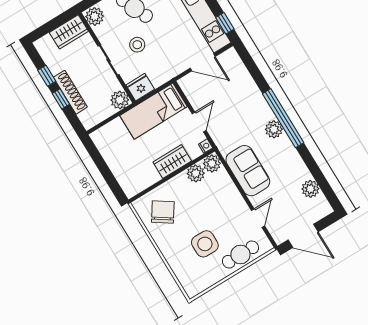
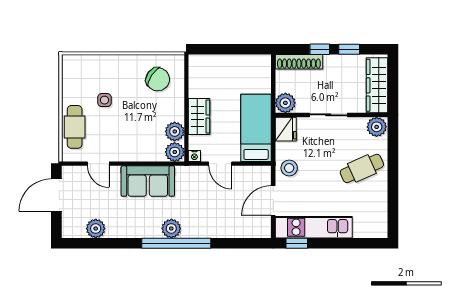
wardrobe: (69, 32) -> (377, 85), width x1.50
stool: (137, 45) -> (289, 168), moved
shoe rack: (70, 92) -> (299, 62), moved
side table: (205, 244) -> (104, 100), width x0.54, depth x0.54

